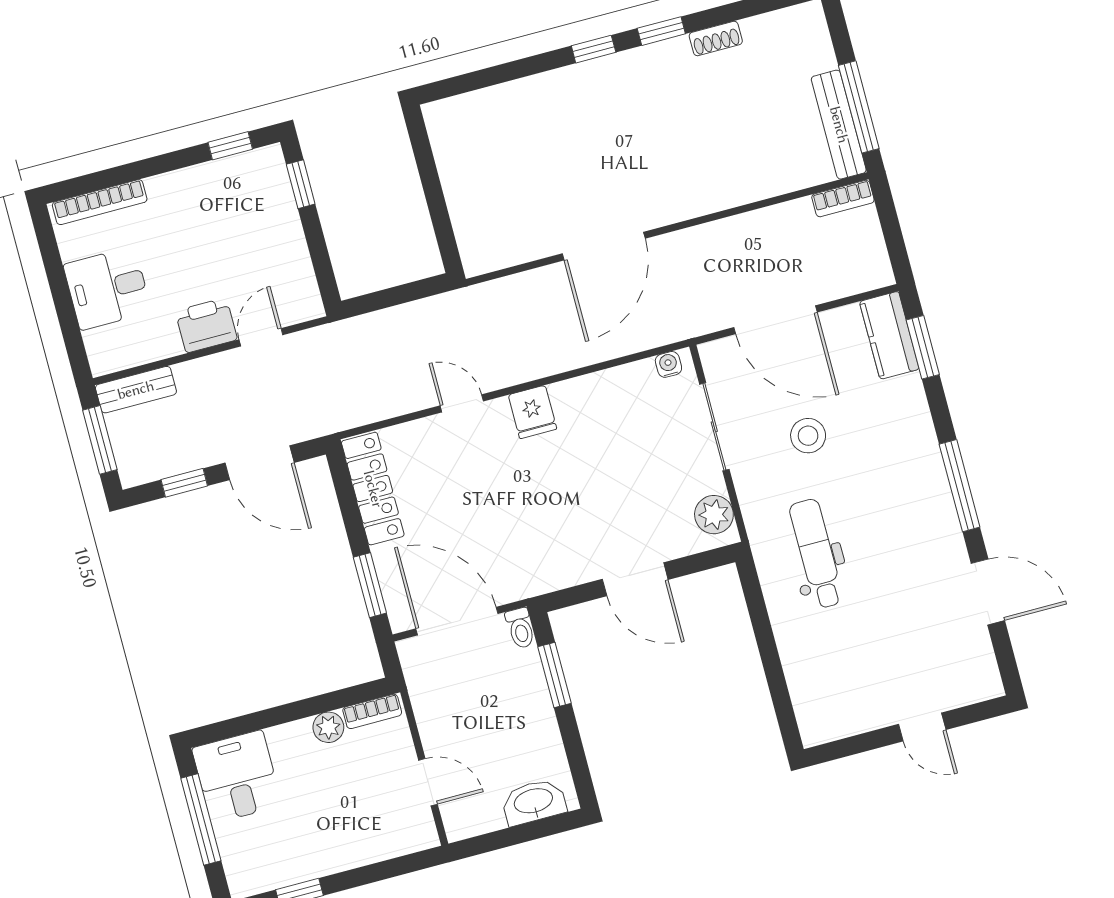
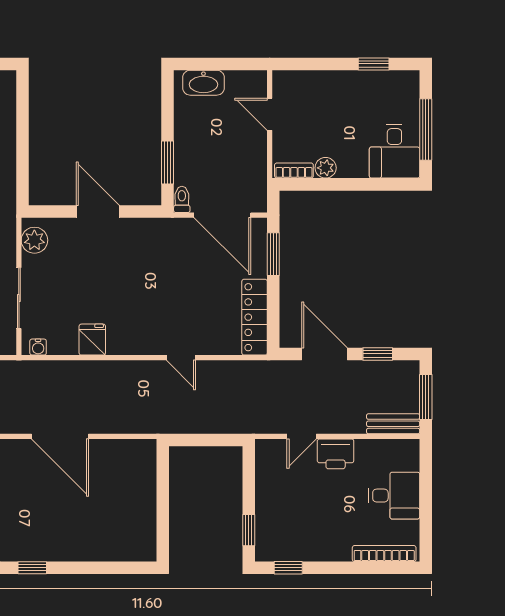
door: (604, 246) -> (60, 436), swing flipped
fridge: (532, 412) -> (92, 340), moved

